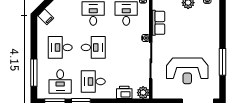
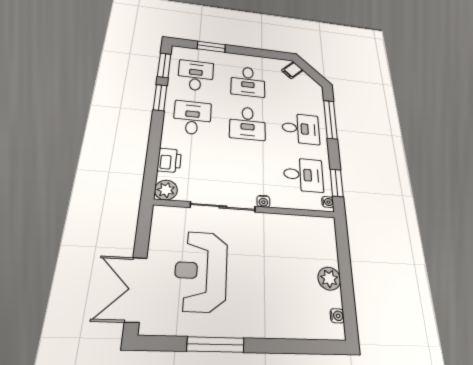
row of seats: (159, 23) -> (290, 224), removed
desk: (60, 47) -> (248, 82), turned 180
window: (34, 73) -> (211, 47), width x0.69
desk: (60, 82) -> (196, 75), turned 90

